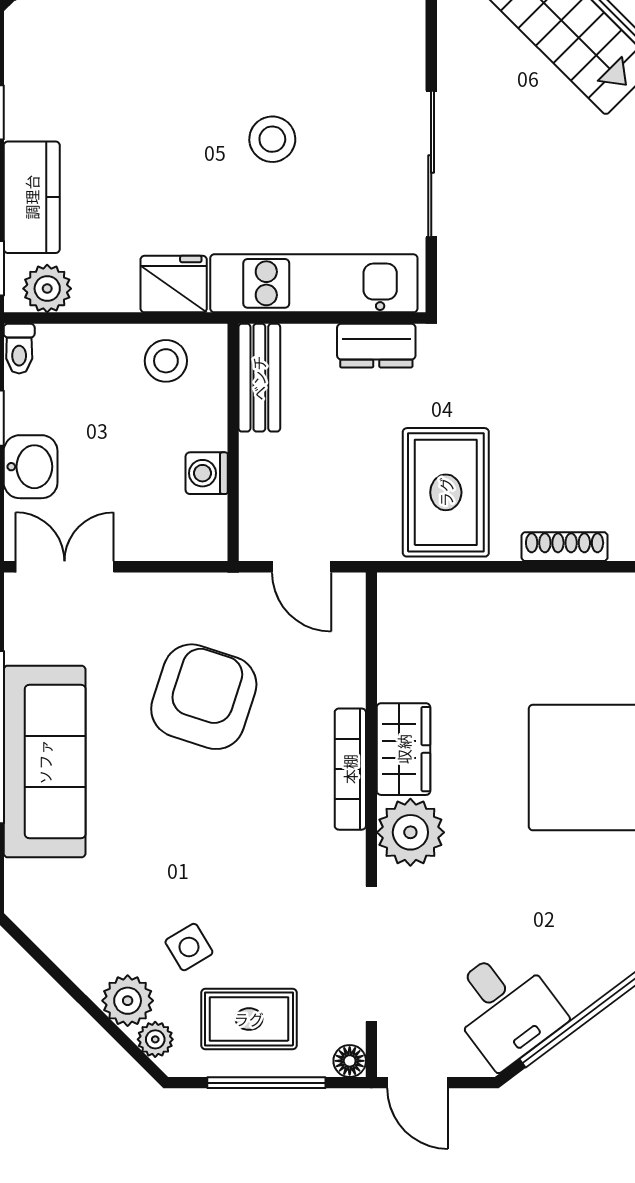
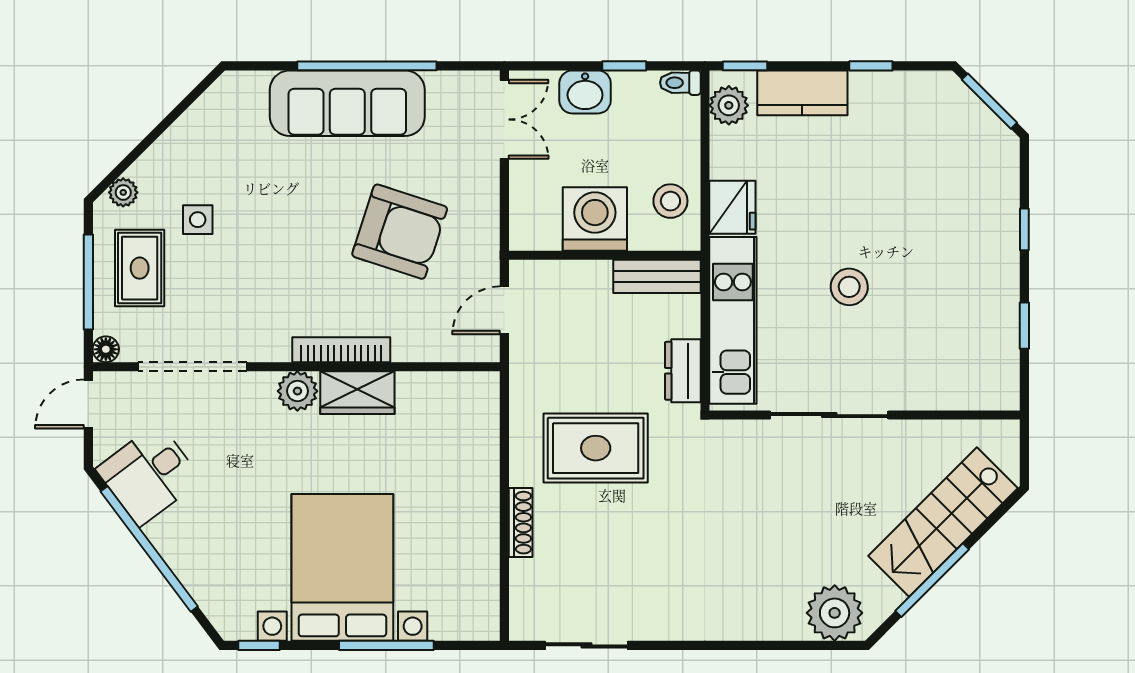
washing machine: (207, 473) -> (595, 219), width x1.89, depth x1.89
rug: (446, 492) -> (596, 448), moved
plant: (410, 832) -> (297, 391), width x0.73, depth x0.73
side table: (189, 947) -> (198, 220), turned 31
plant: (128, 1001) -> (154, 170), removed

